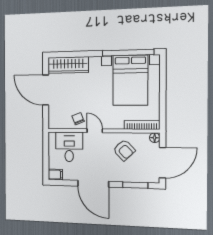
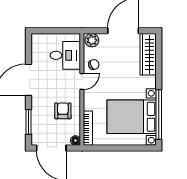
plant: (55, 121) -> (92, 40), added
armchair: (124, 150) -> (63, 111), turned 134
filing cabinet: (55, 175) -> (37, 41), removed

